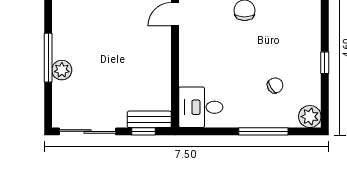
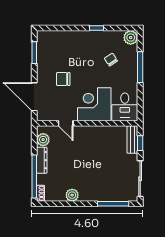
window: (48, 58) -> (113, 204), moved
corner desk: (205, 59) -> (94, 104), added
plant: (62, 70) -> (72, 195), moved

